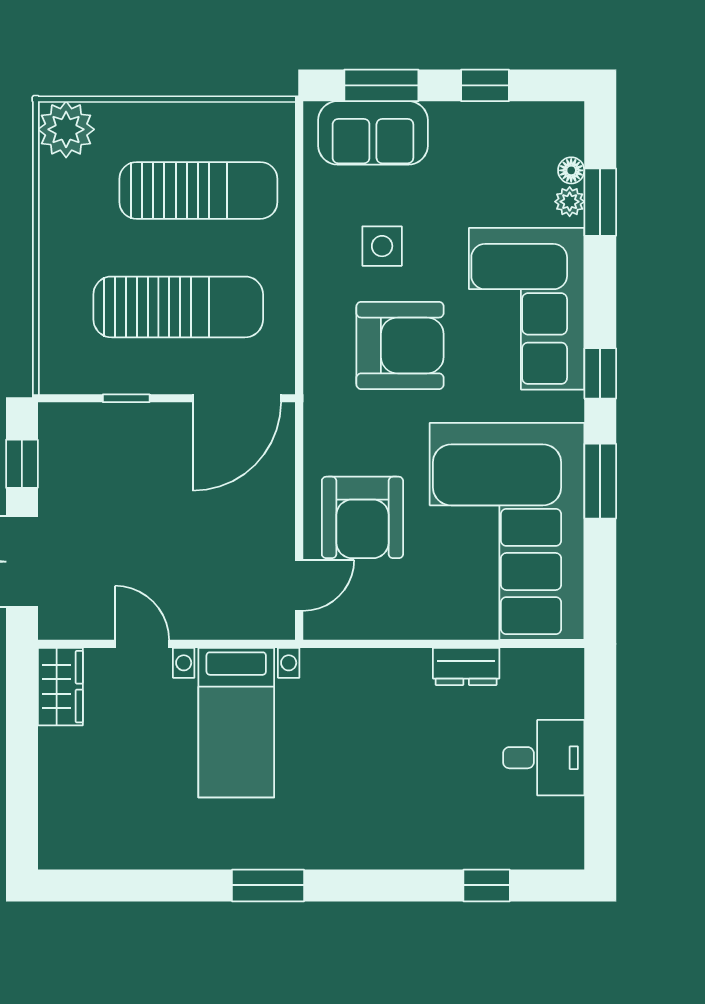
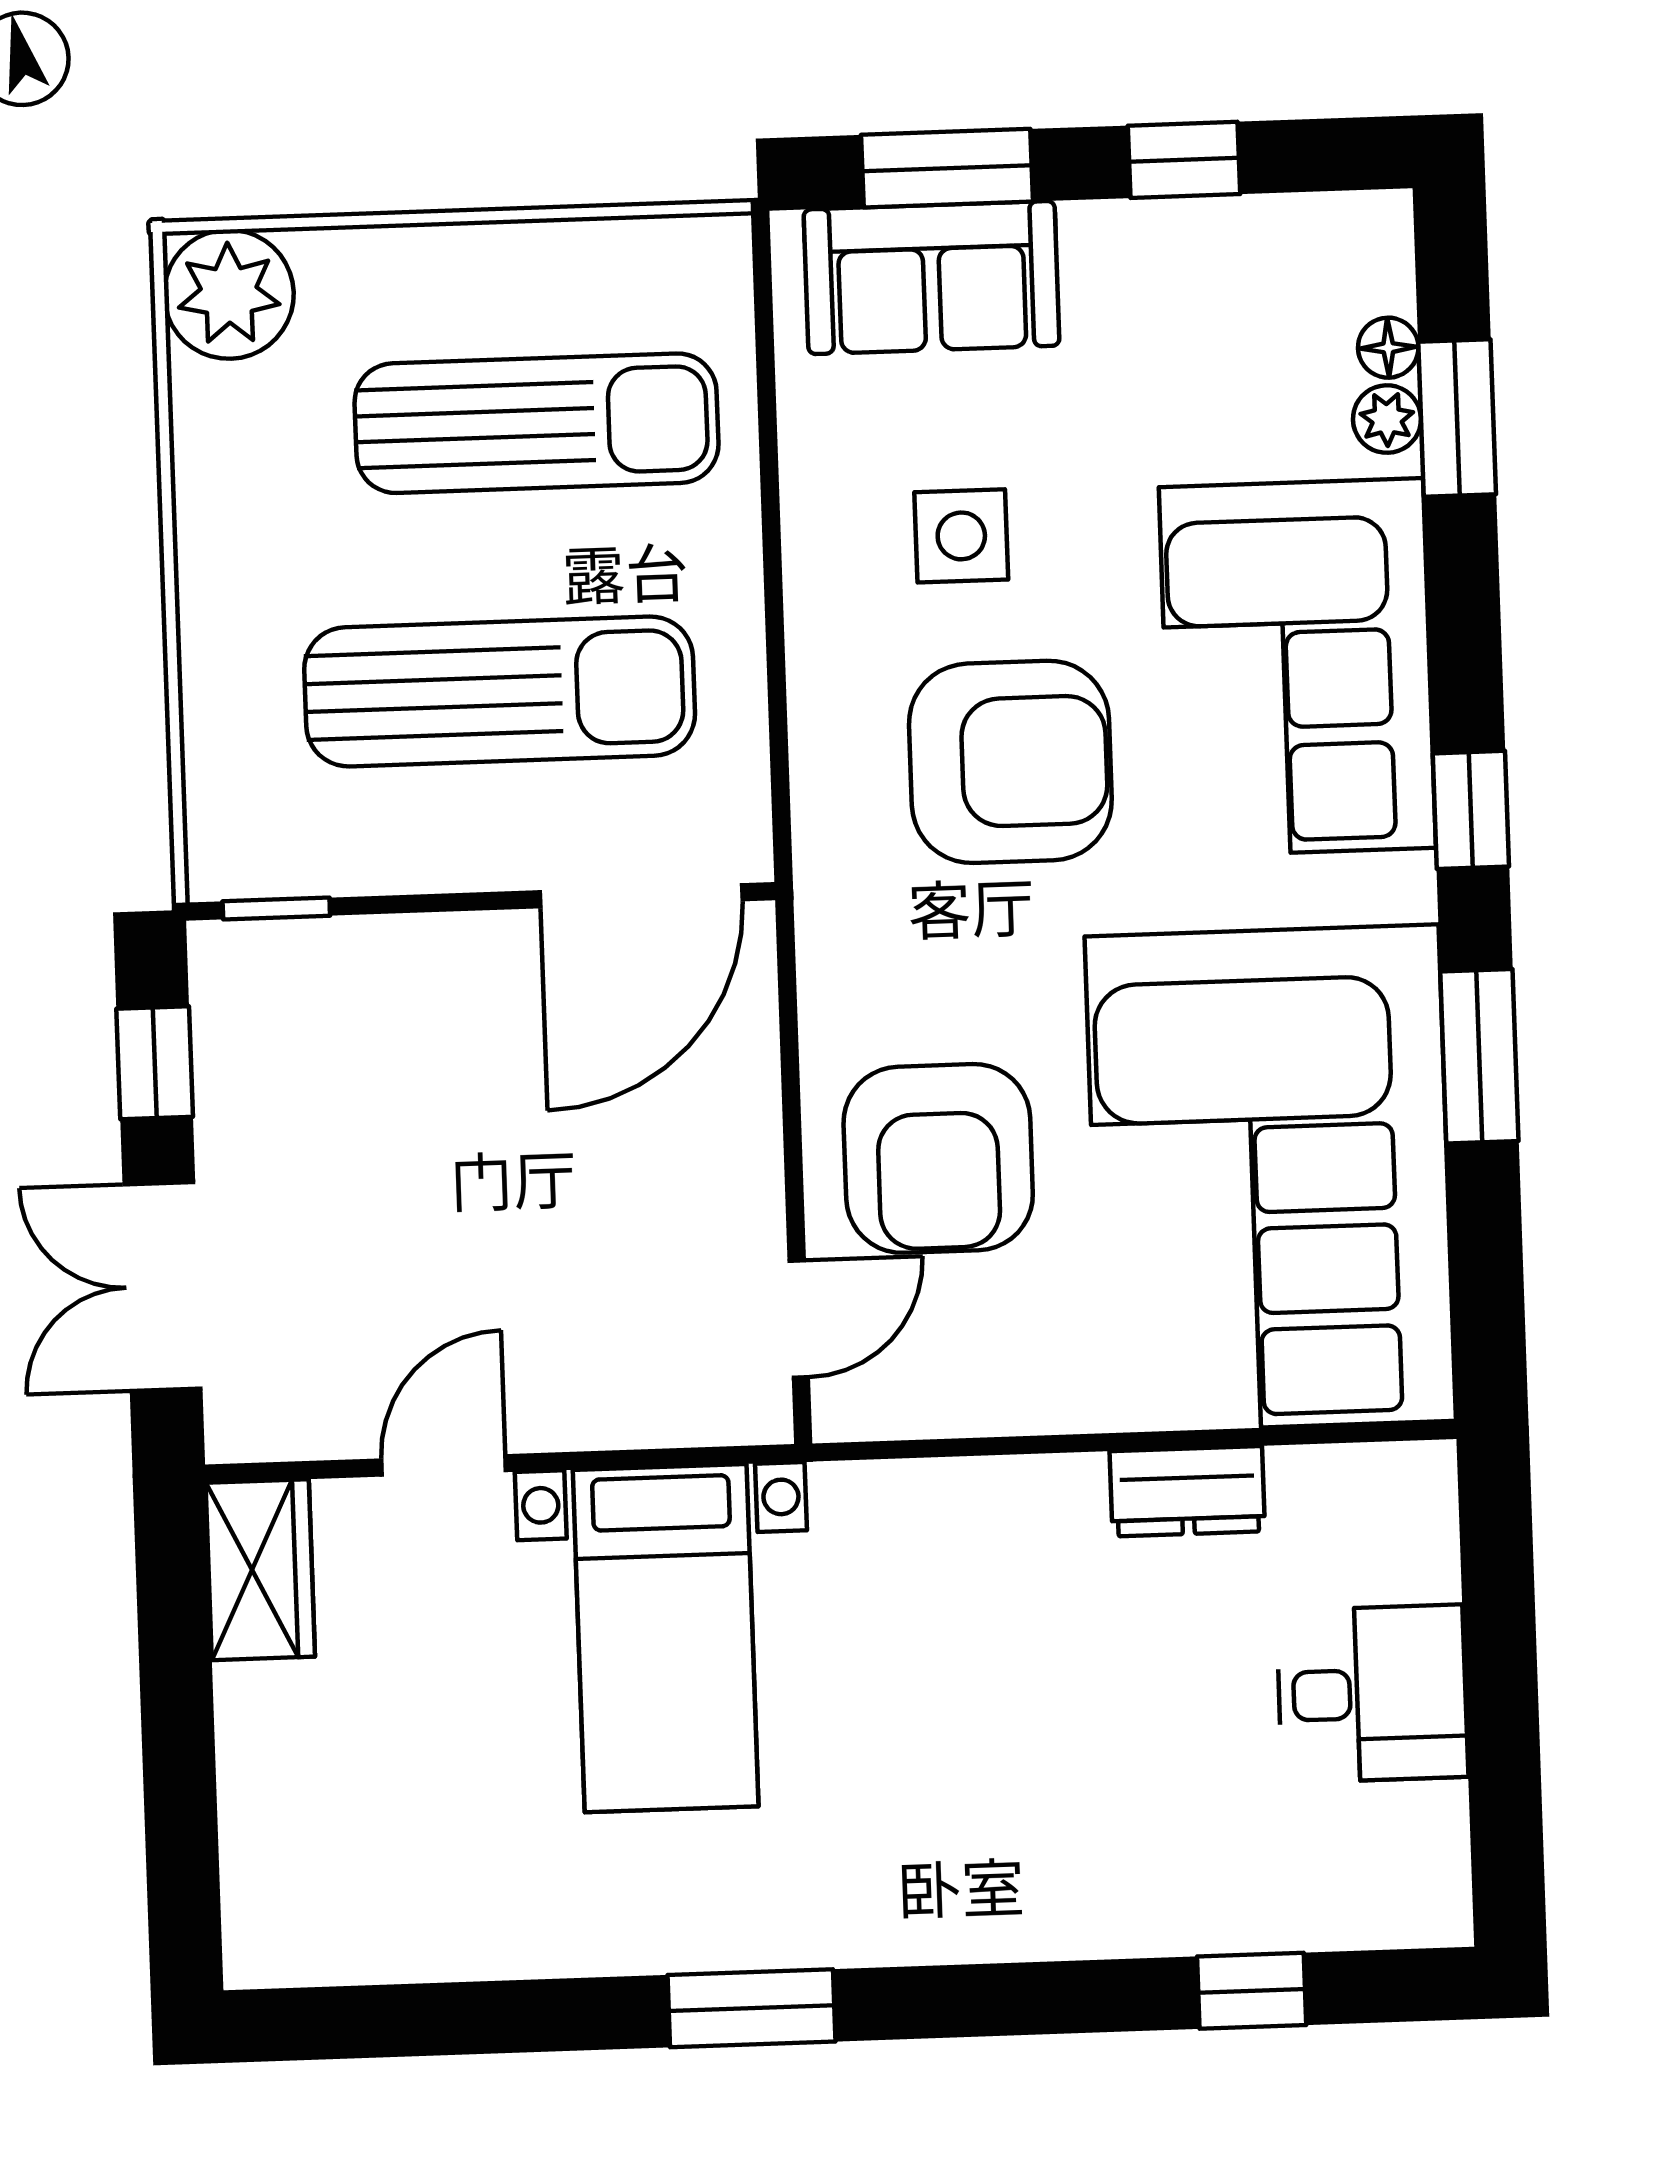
window: (126, 398) -> (276, 909), moved
door: (142, 644) -> (444, 1465), hinge flipped

